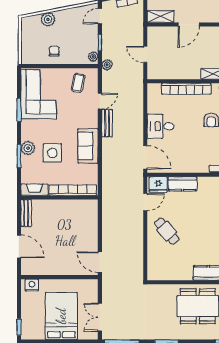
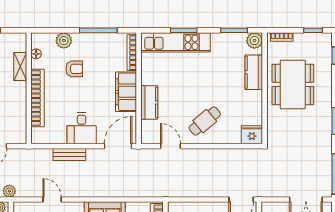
bench: (107, 123) -> (69, 154), moved
filing cabinet: (192, 164) -> (126, 92), added
fridge: (158, 184) -> (252, 135), moved, turned -90

